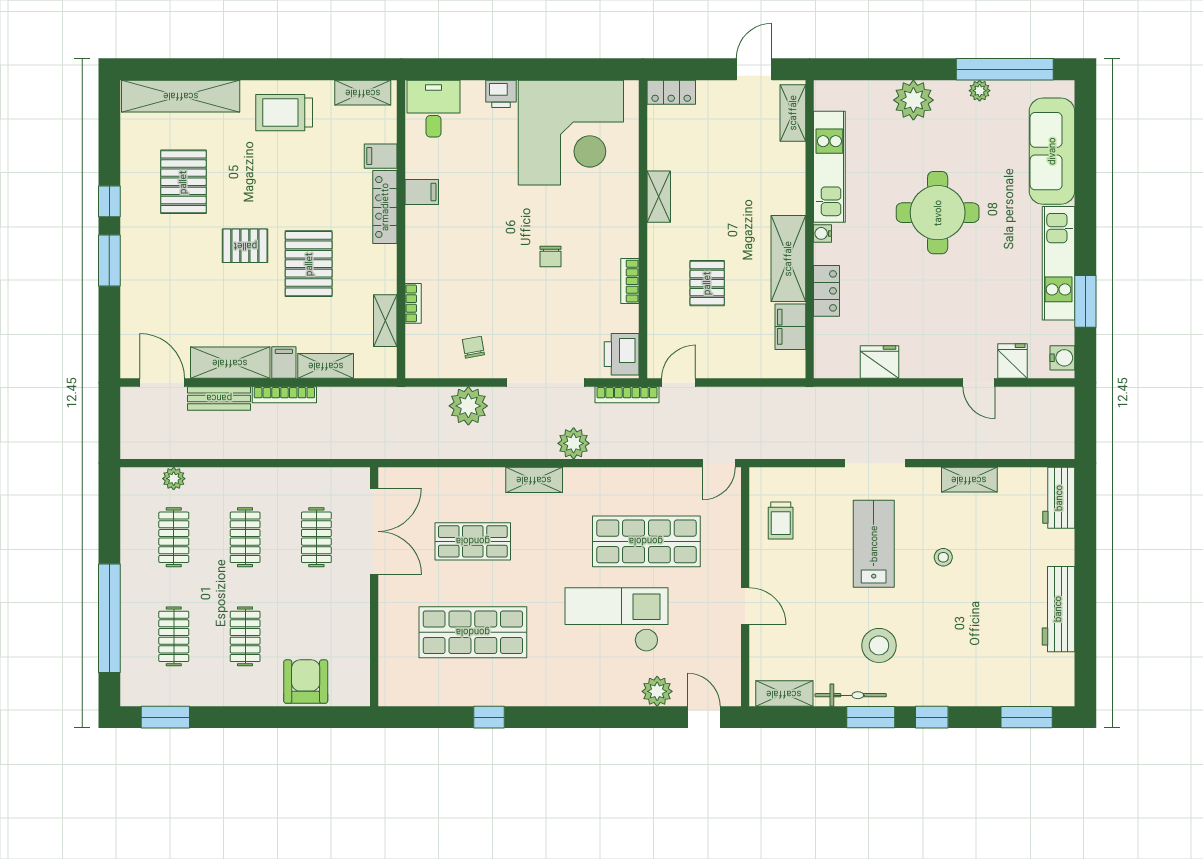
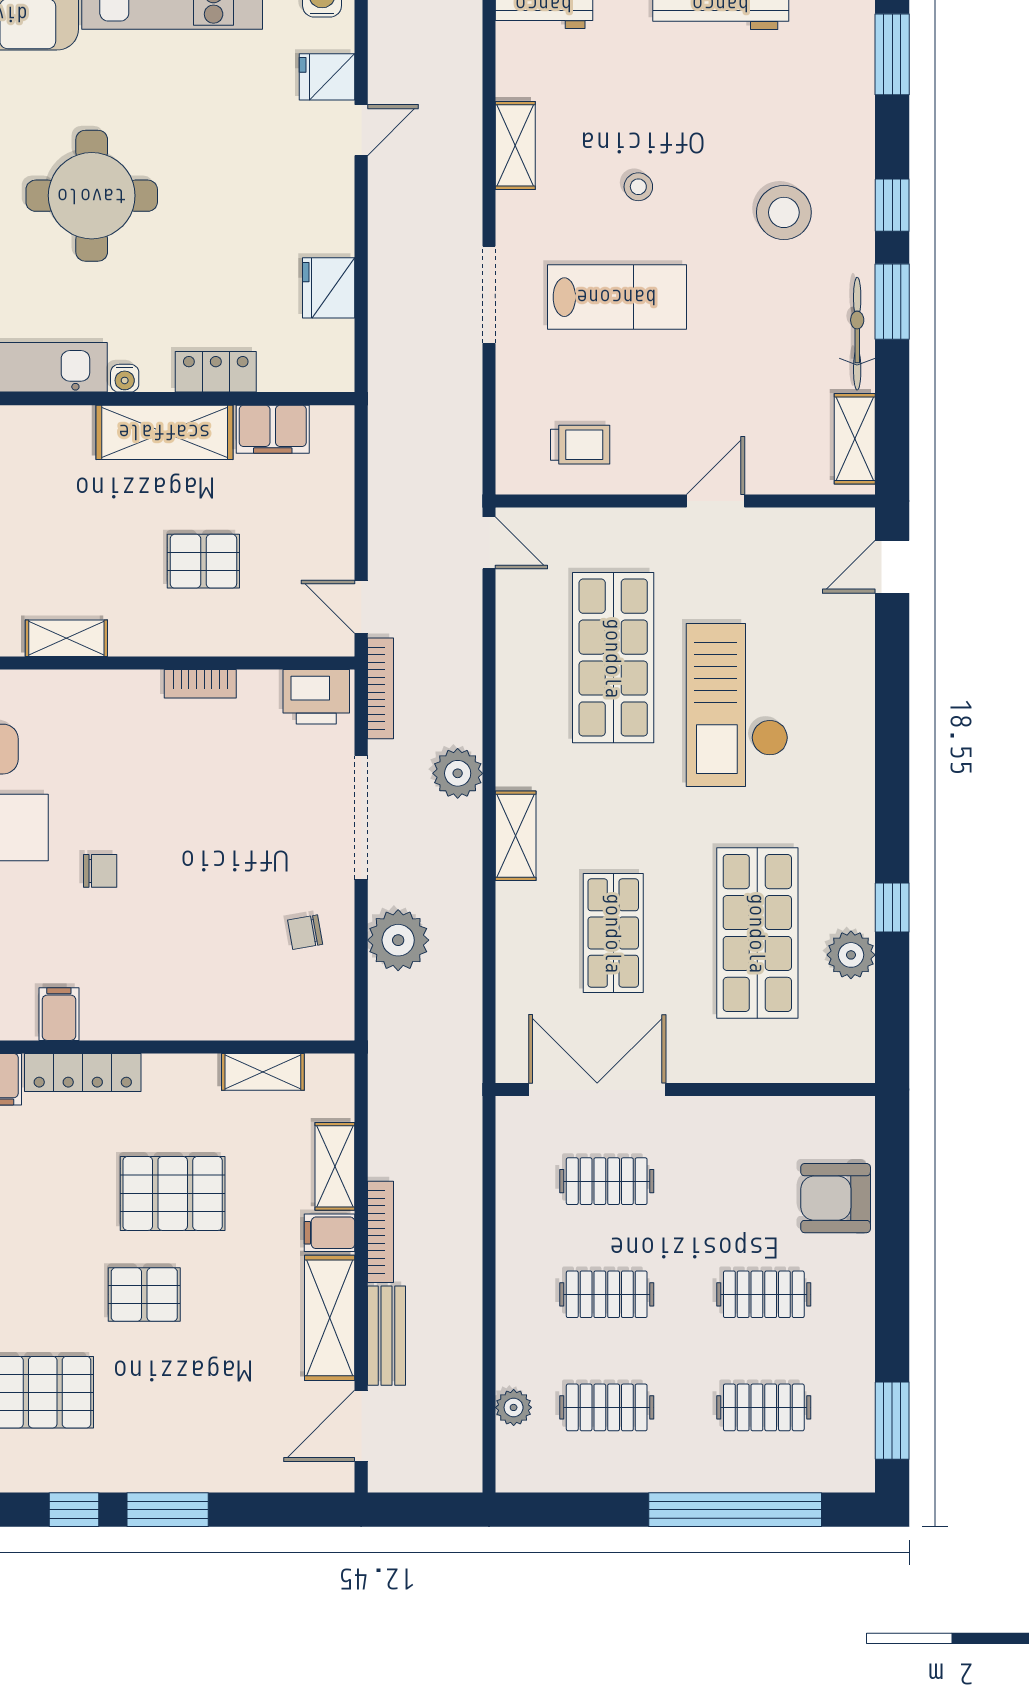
pallet: (245, 246) -> (144, 1295), turned 90
chair: (551, 257) -> (100, 871), moved
bookcase: (413, 303) -> (236, 1028), removed
lab bench: (874, 544) -> (617, 297), turned 180
stool: (879, 645) -> (784, 212), moved
plant: (657, 691) -> (851, 955), moved

